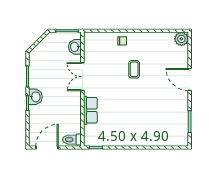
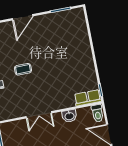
washbasin: (75, 47) -> (69, 116), moved
row of seats: (90, 110) -> (88, 98), moved

